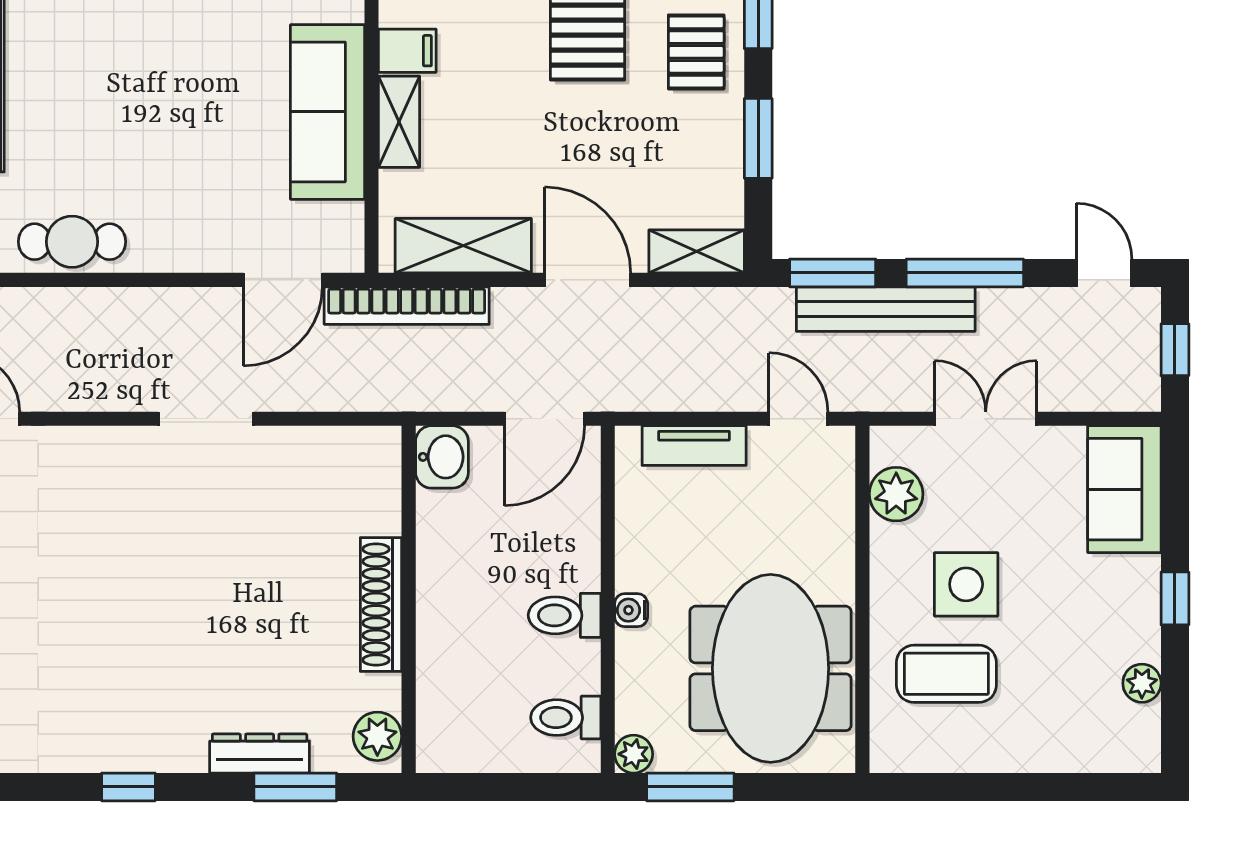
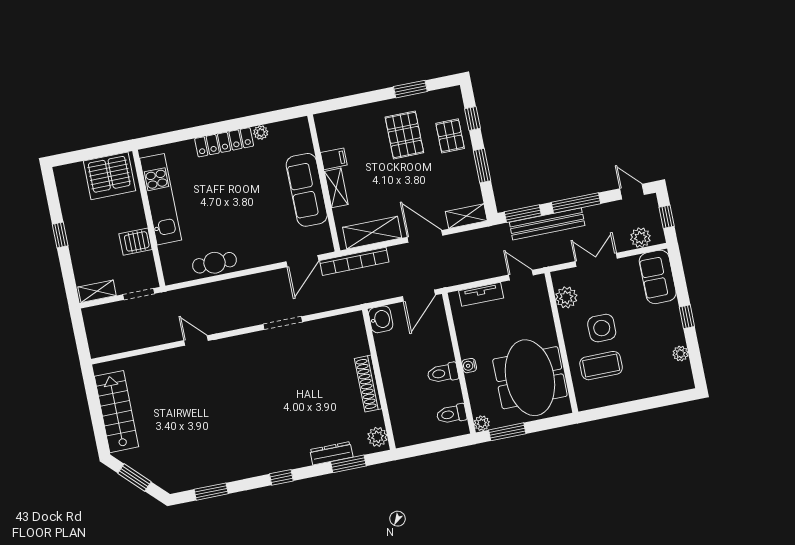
plant: (1102, 387) -> (640, 238), added

